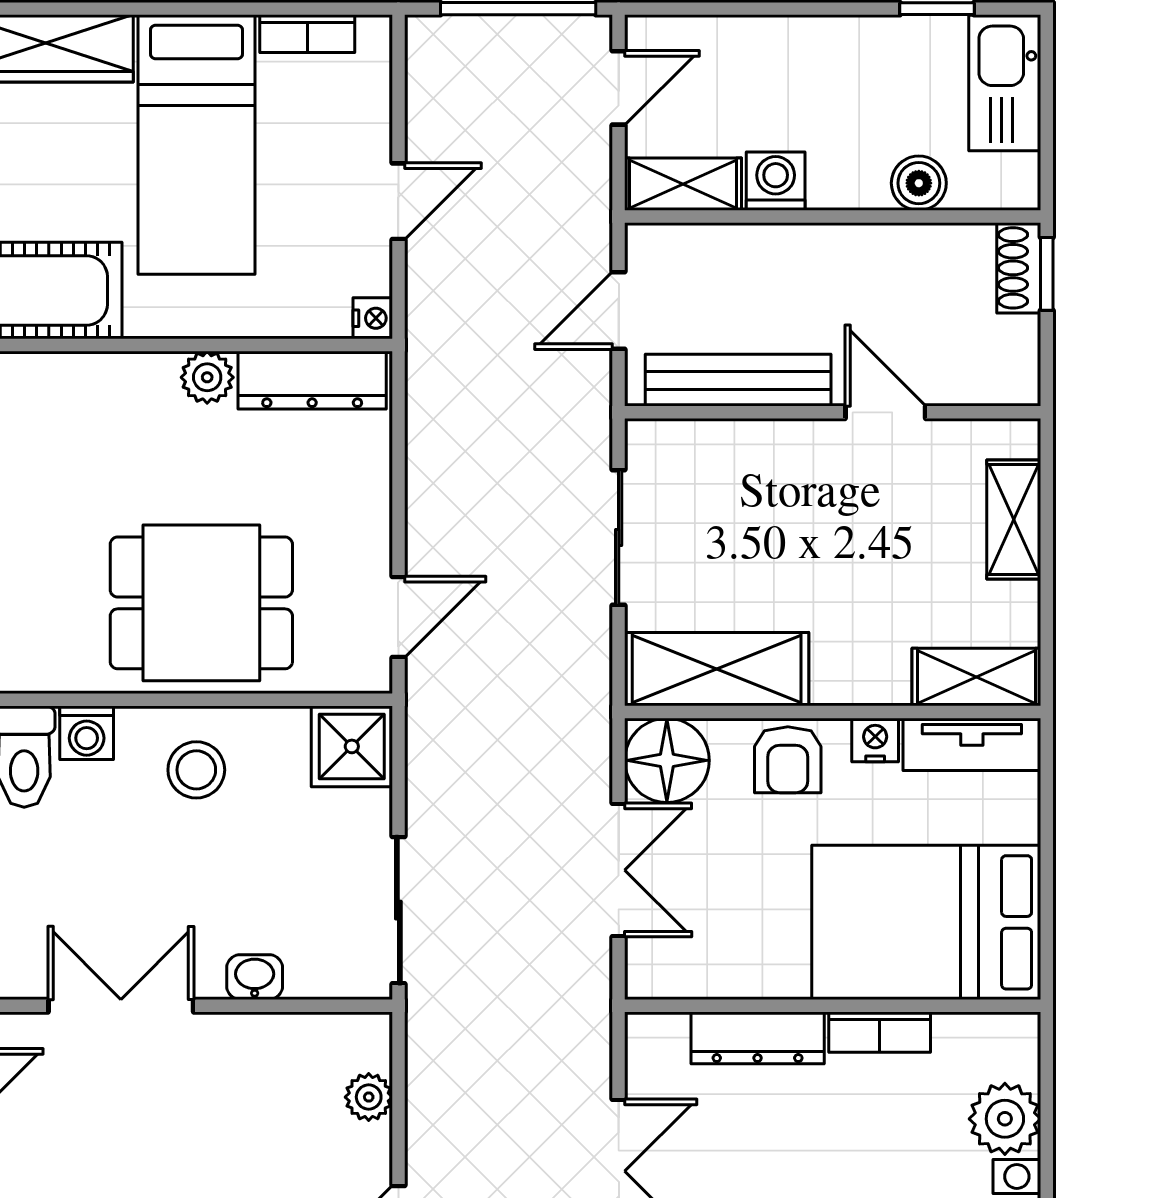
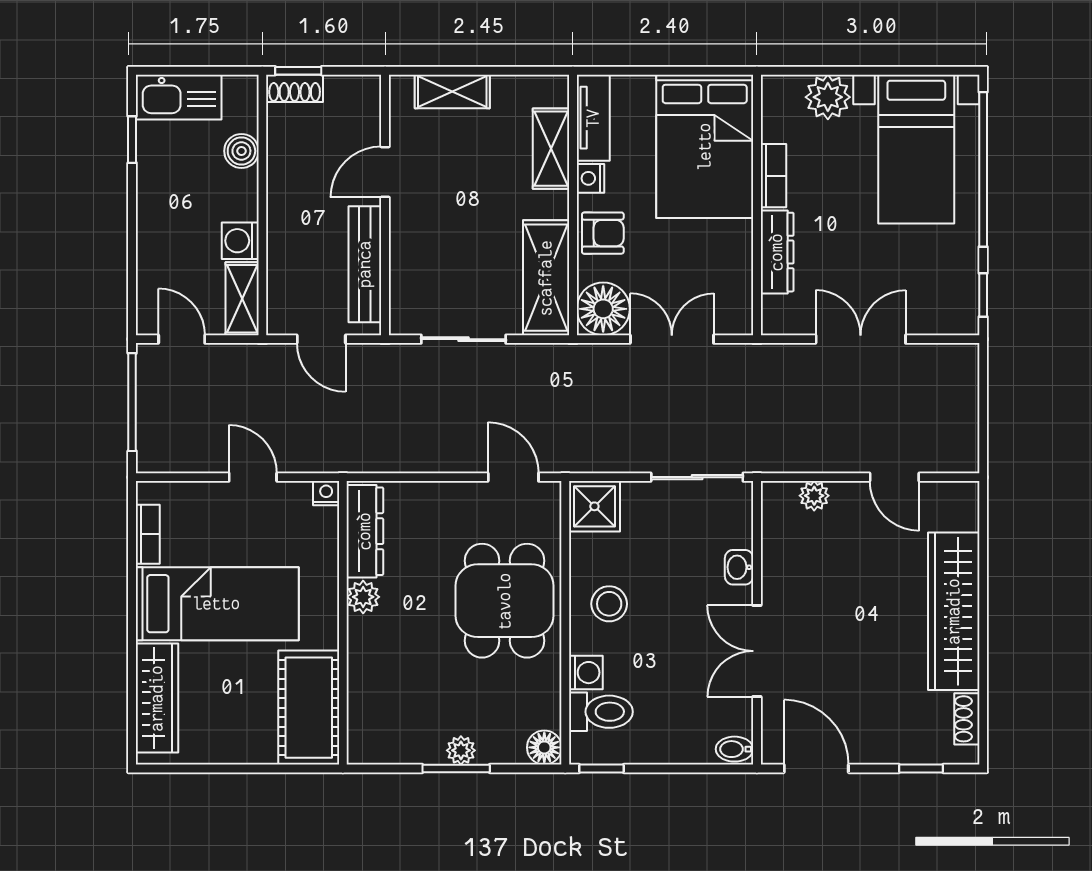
shelving: (976, 677) -> (551, 149), moved

